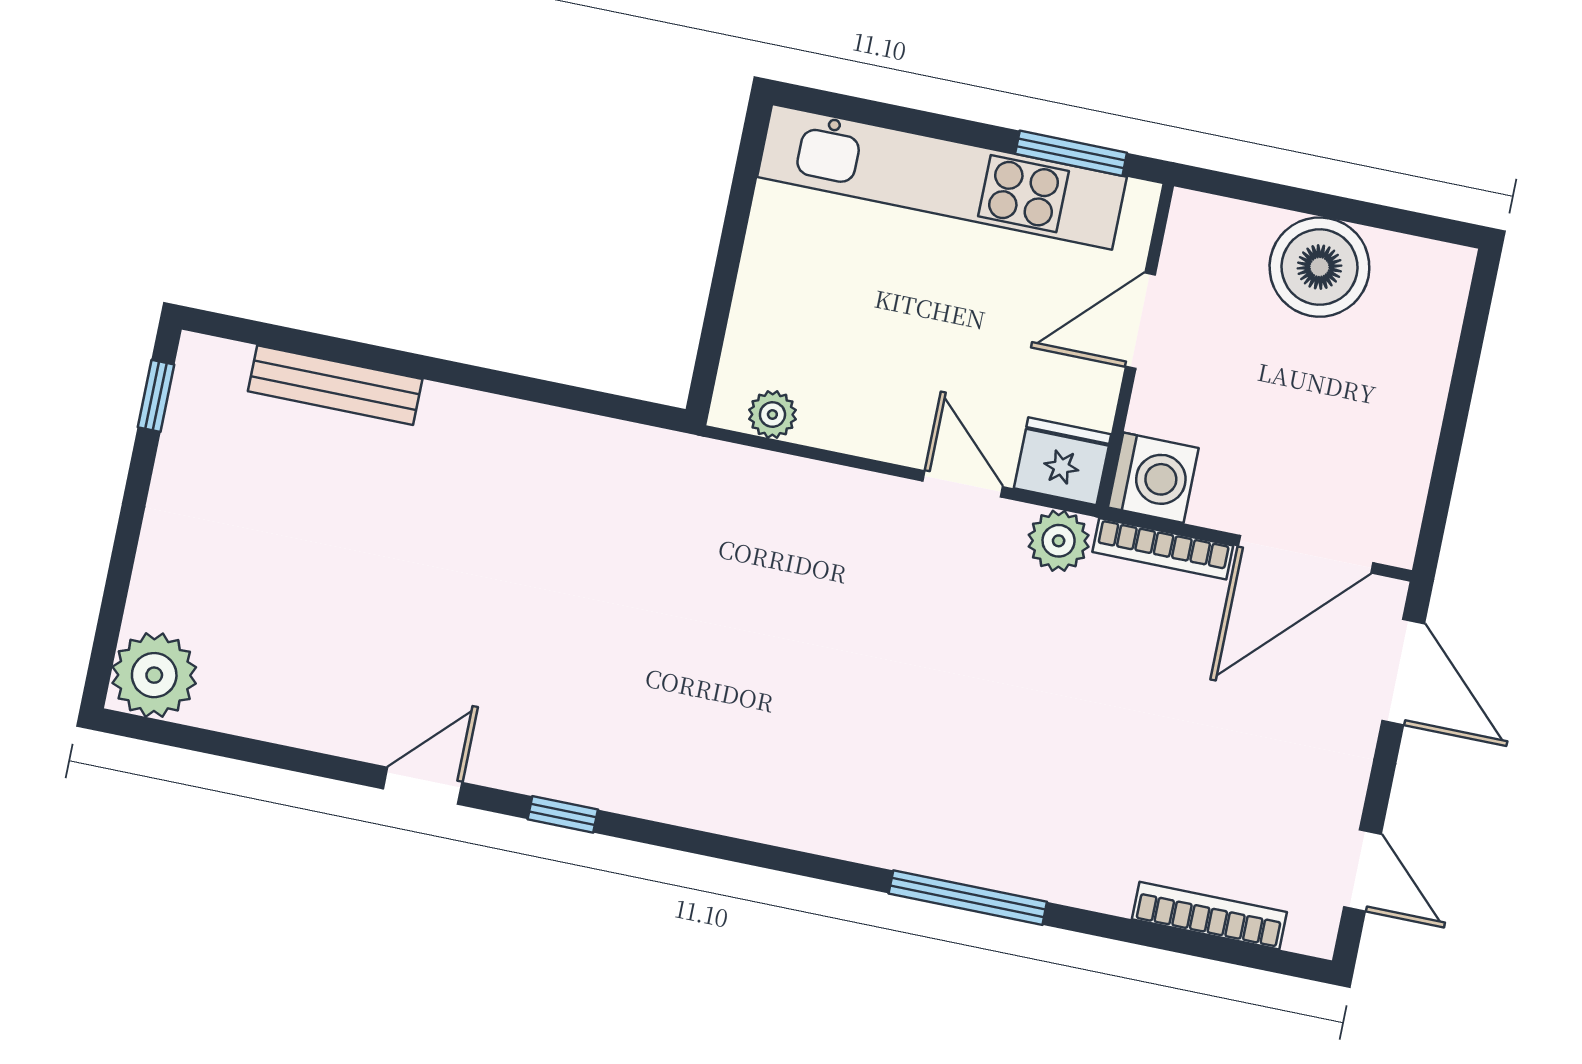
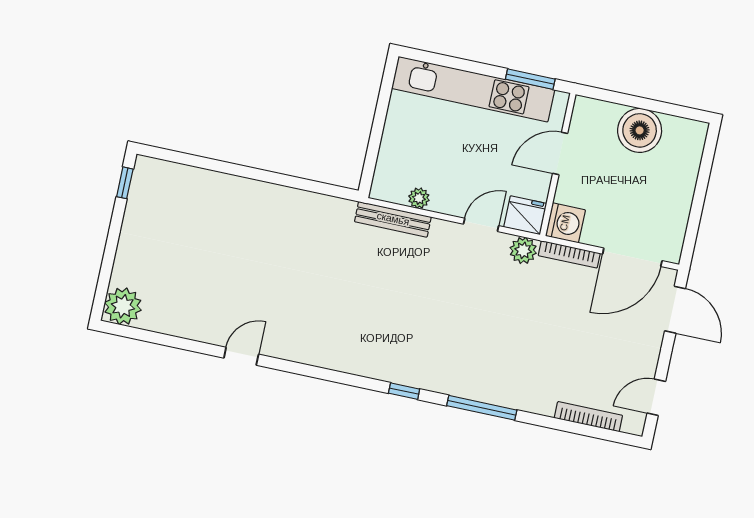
bench: (335, 385) -> (393, 219), moved
plant: (772, 414) -> (419, 198), moved
door: (963, 484) -> (481, 225), hinge flipped
window: (563, 814) -> (404, 391), moved
door: (1362, 870) -> (656, 397), swing flipped

